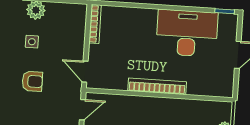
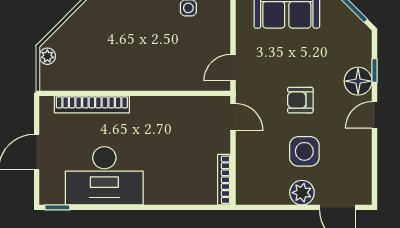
side table: (32, 42) -> (304, 151), width x1.87, depth x1.87
bookcase: (157, 86) -> (92, 104), moved

